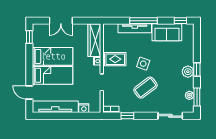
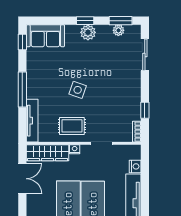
double door: (61, 21) -> (22, 179), moved
tv unit: (135, 28) -> (32, 121), moved
sofa: (167, 32) -> (45, 36), moved, turned 90
rug: (115, 59) -> (72, 126), turned 90
coffee table: (145, 88) -> (109, 87), removed

